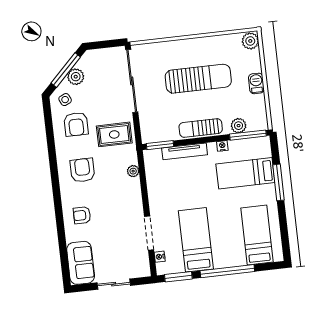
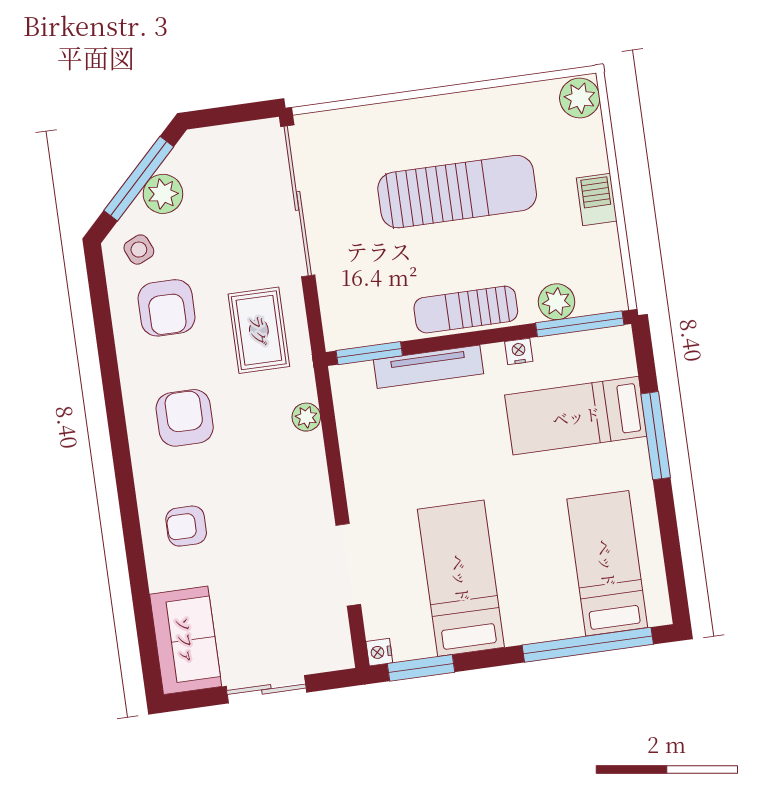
rug: (114, 134) -> (259, 330), turned 90
nightstand: (160, 257) -> (379, 652), moved
window: (227, 271) -> (588, 645), moved

